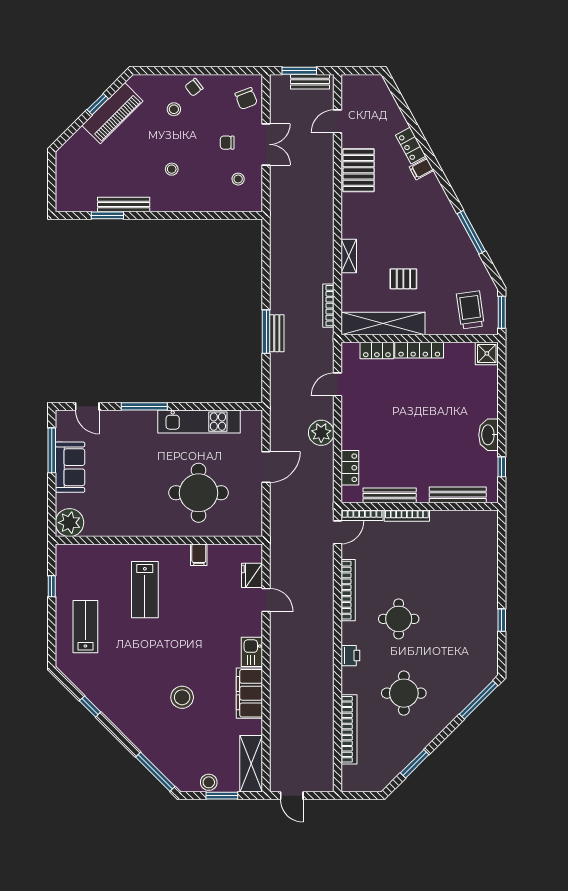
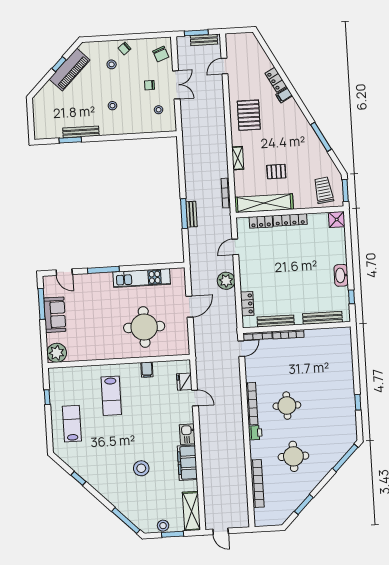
pallet: (358, 170) -> (249, 115), moved
bookcase: (348, 590) -> (252, 404), moved

